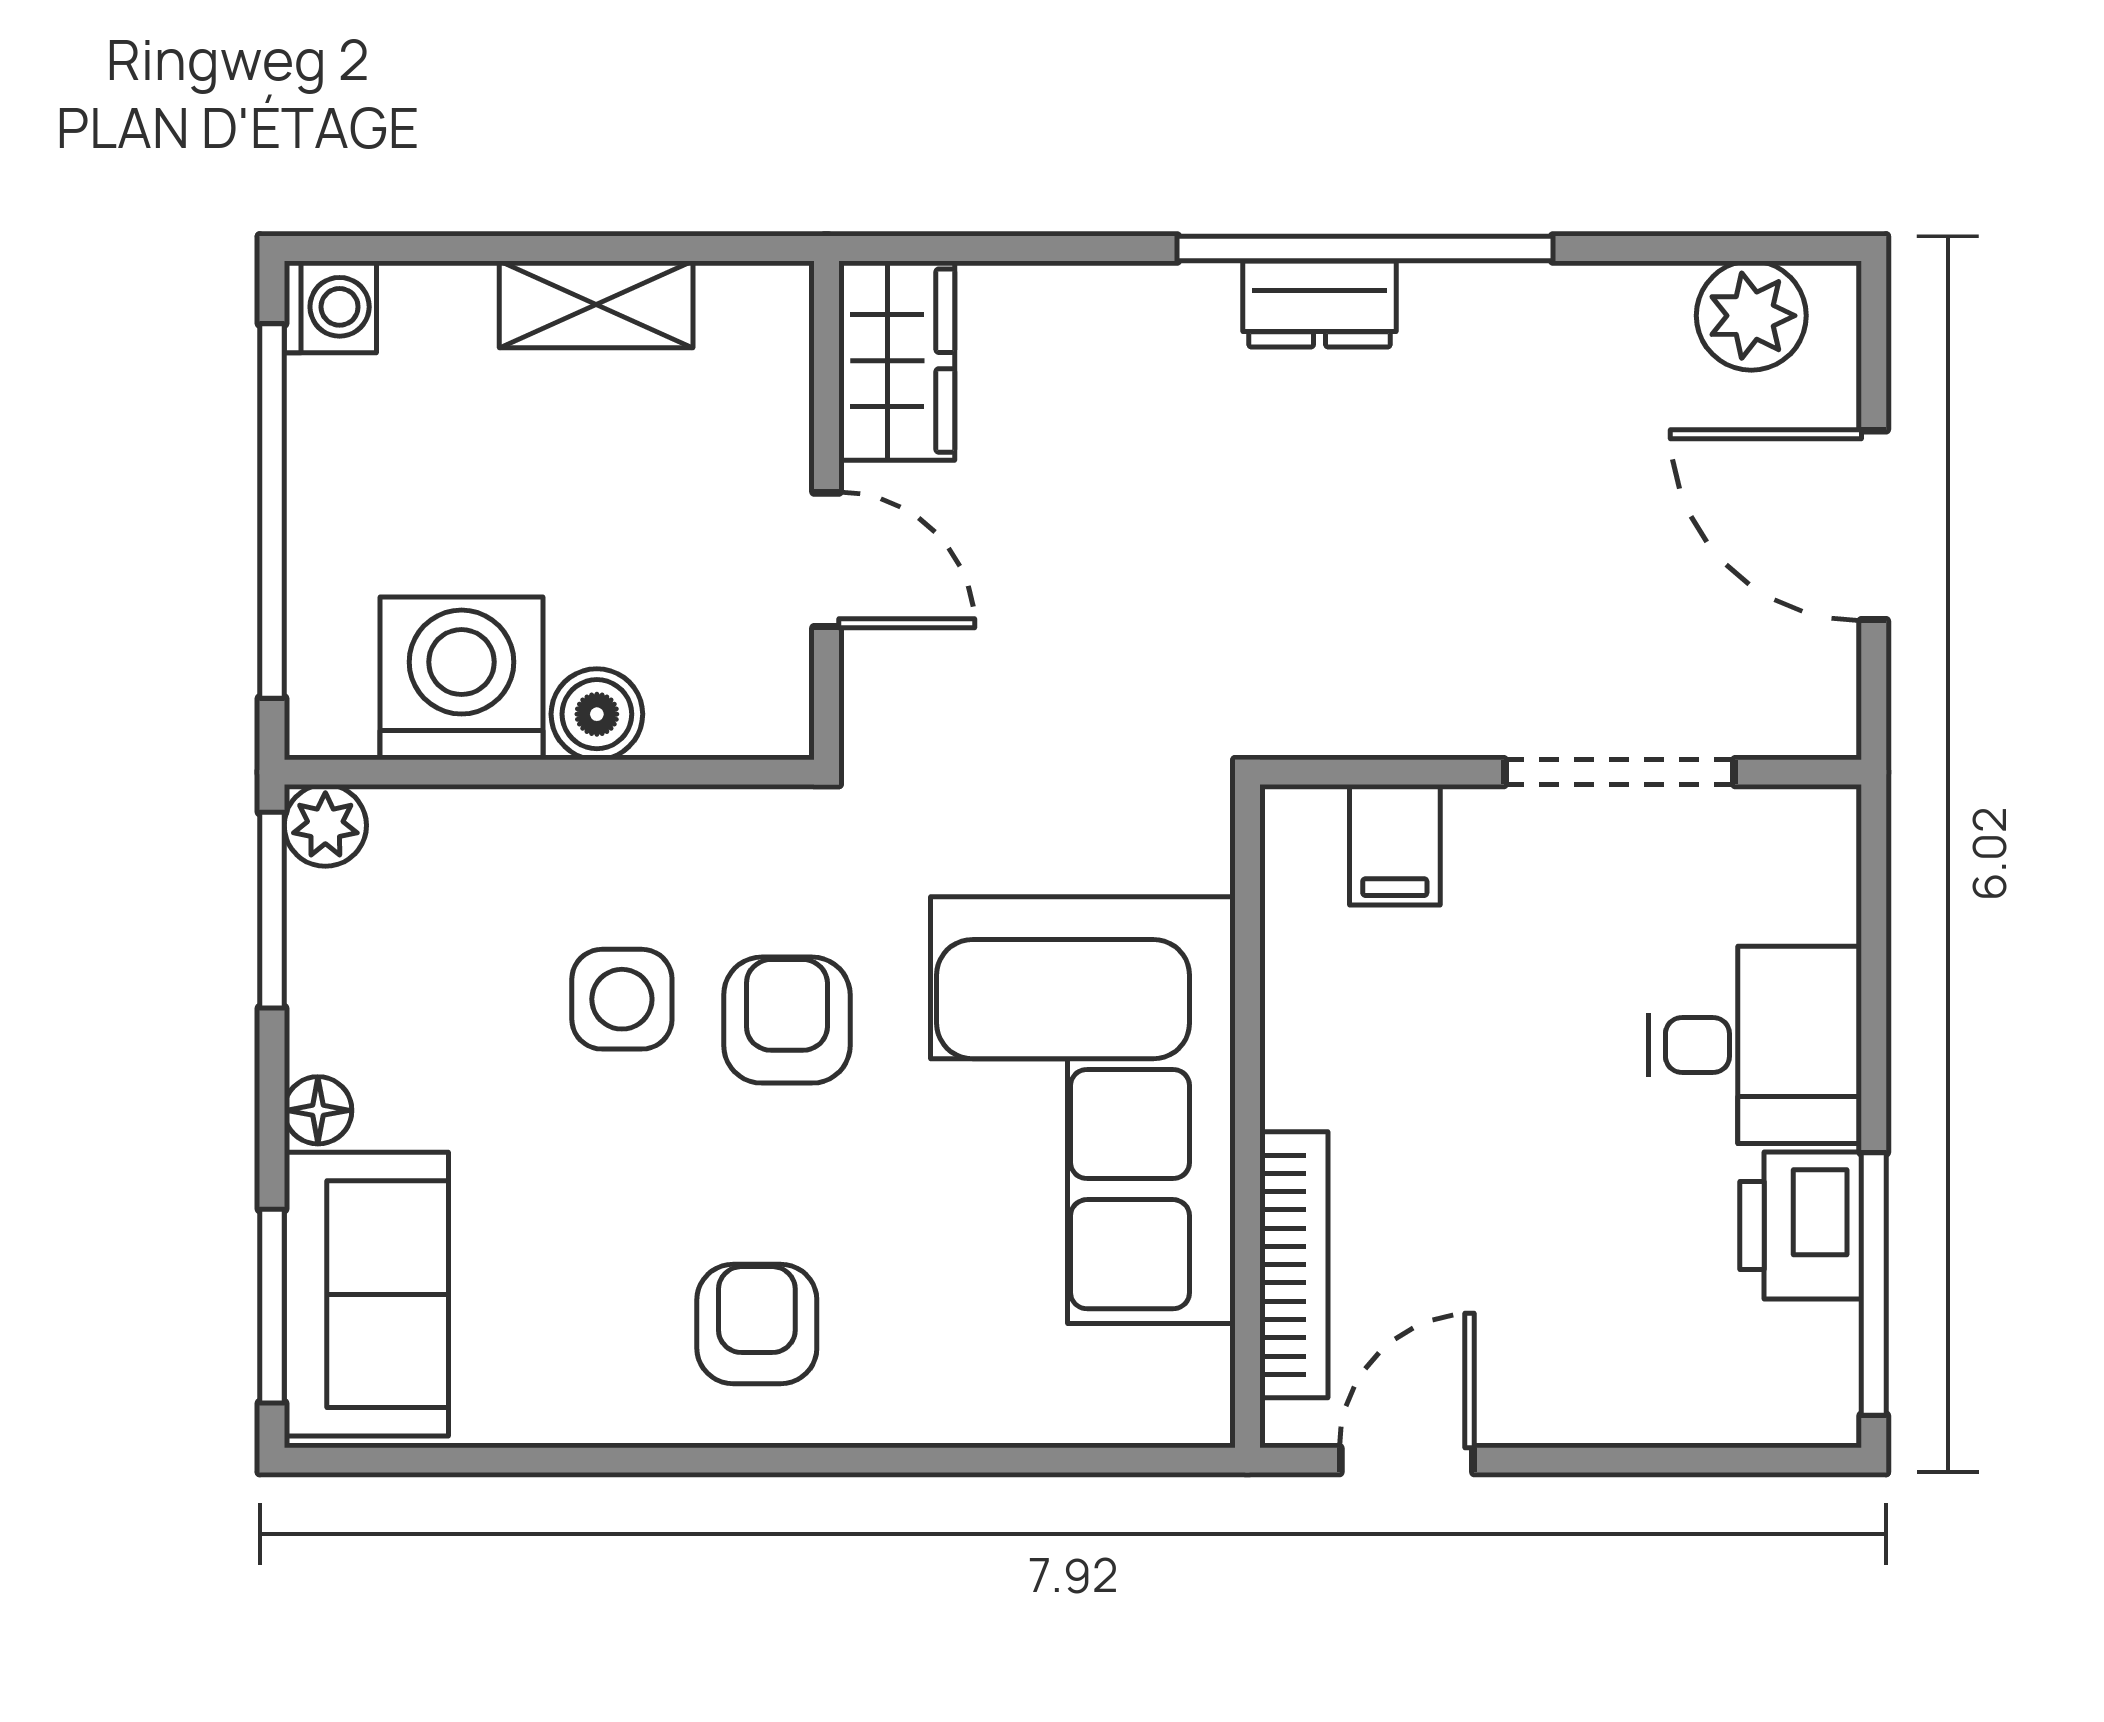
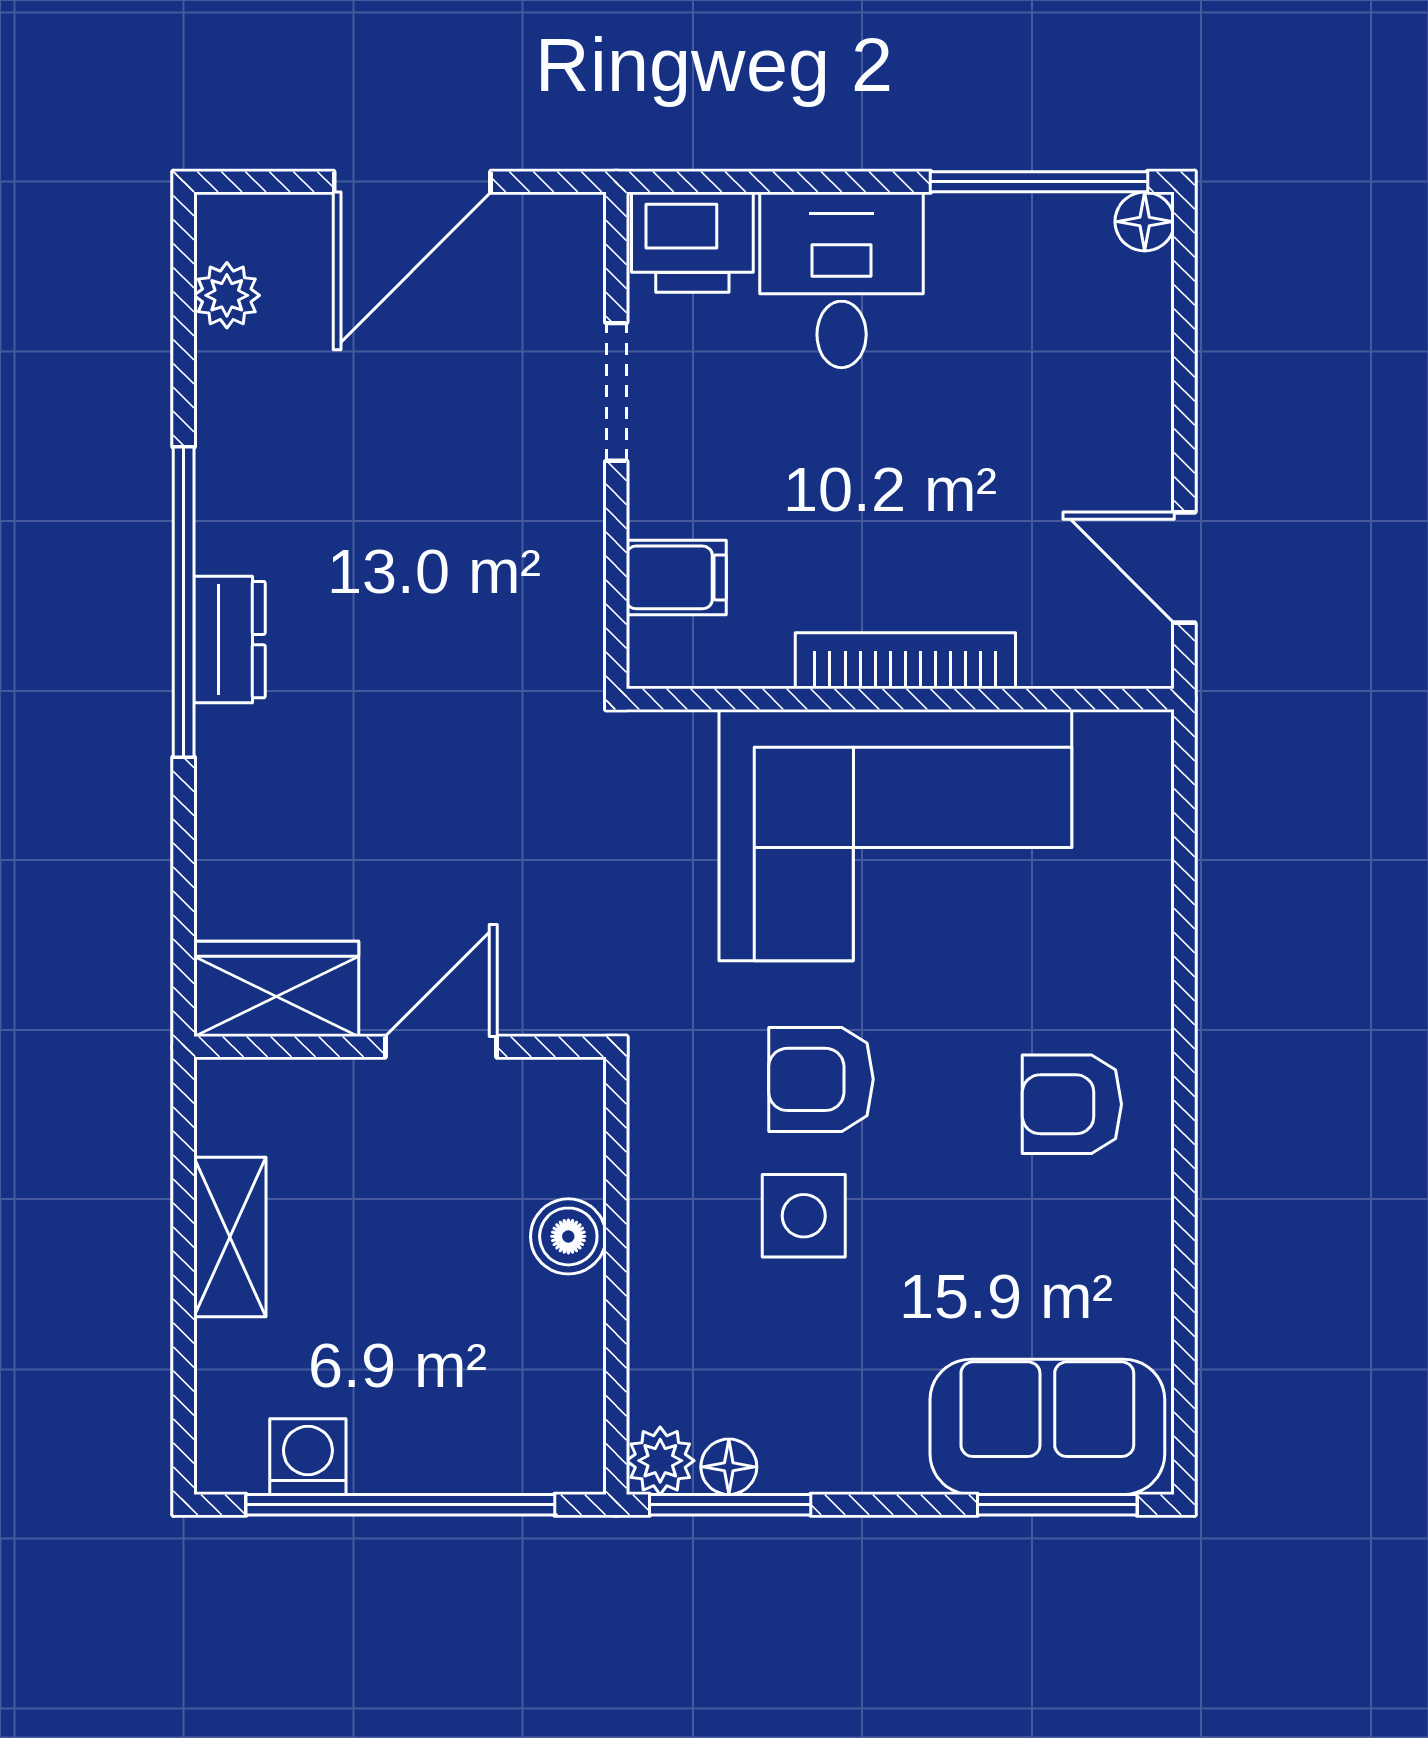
washing machine: (330, 307) -> (308, 1457), moved
plant: (1751, 316) -> (227, 295), width x0.73, depth x0.73
washing machine: (462, 678) -> (539, 1348), removed
doorway: (1619, 772) -> (616, 392), width x0.73
floor lamp: (318, 1110) -> (729, 1467), moved
printer: (1801, 1226) -> (692, 242), moved
bookcase: (1294, 1265) -> (905, 661), moved
floor lamp: (1826, 1412) -> (1145, 222), added

